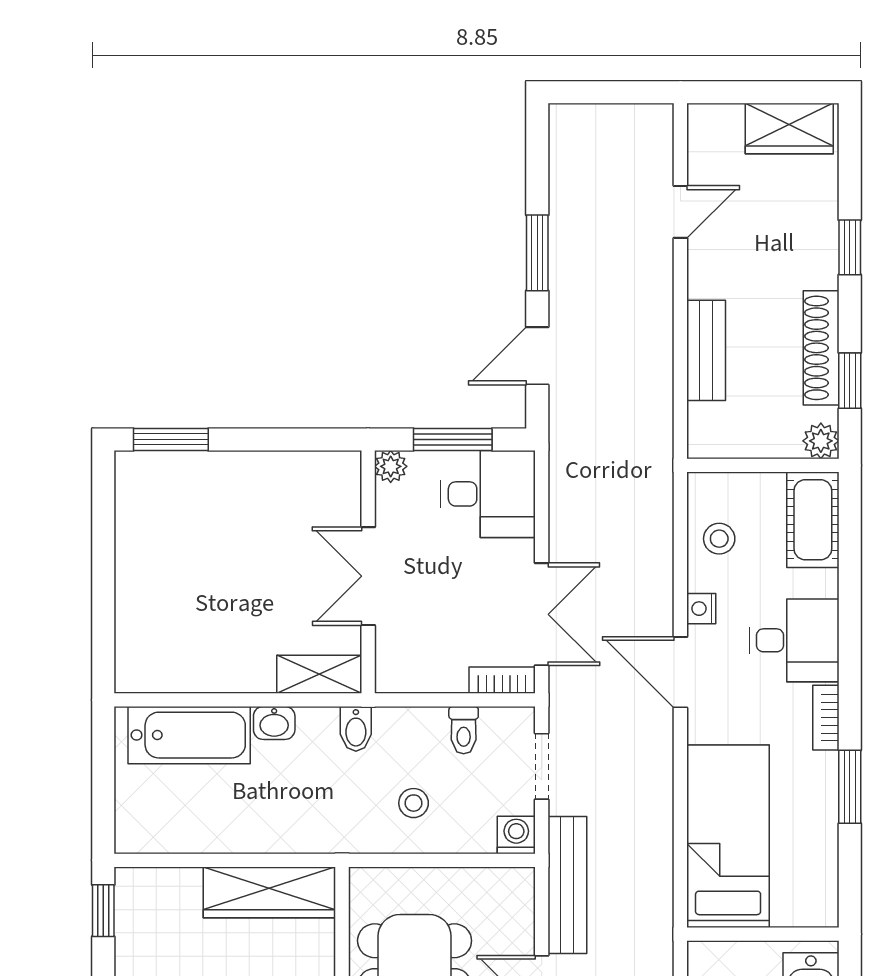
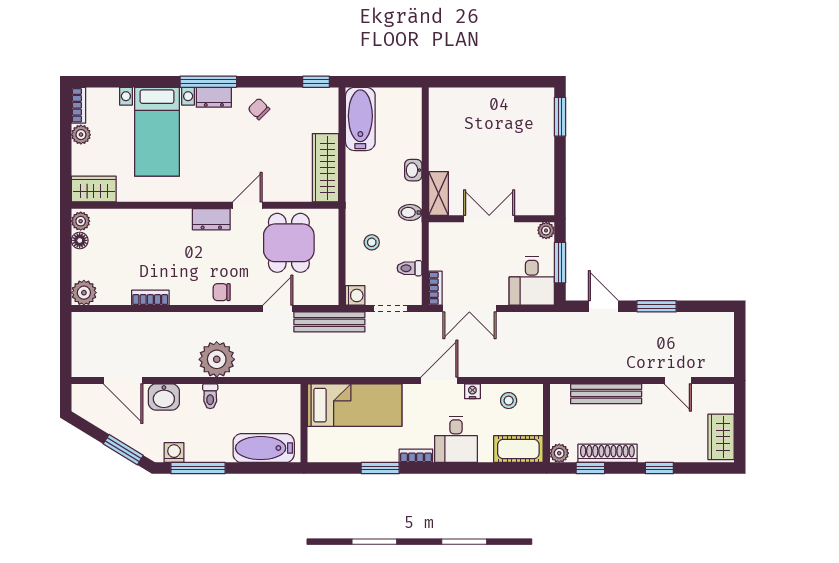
bench: (706, 350) -> (606, 394), width x1.36
bathtub: (189, 735) -> (360, 119), moved, turned 180

